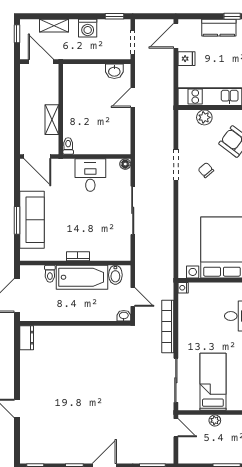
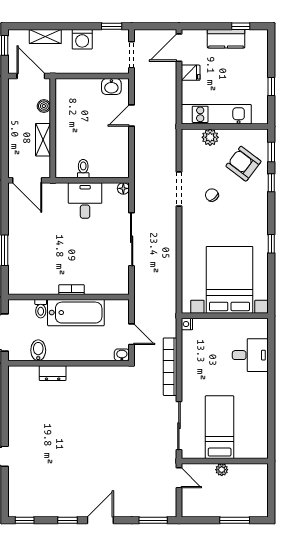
boiler: (53, 89) -> (44, 106), added
toilet: (68, 146) -> (83, 169), moved
sofa: (32, 220) -> (21, 249), removed
bidet: (115, 275) -> (38, 350), moved, turned 180
dresser: (27, 338) -> (53, 373), moved, turned 90

